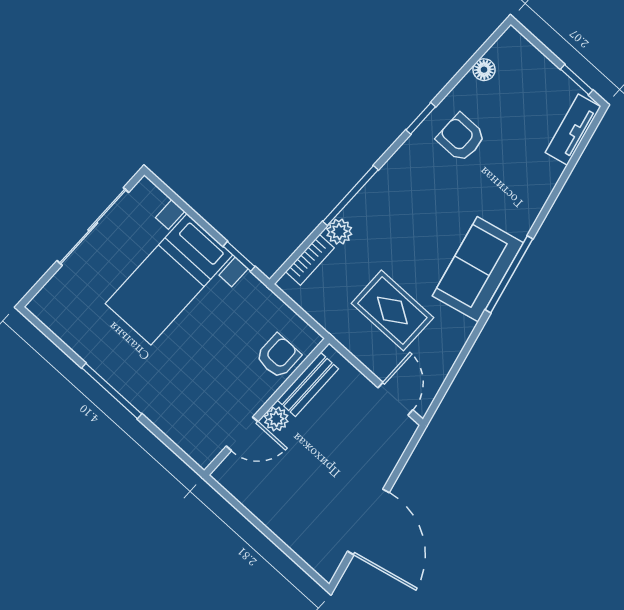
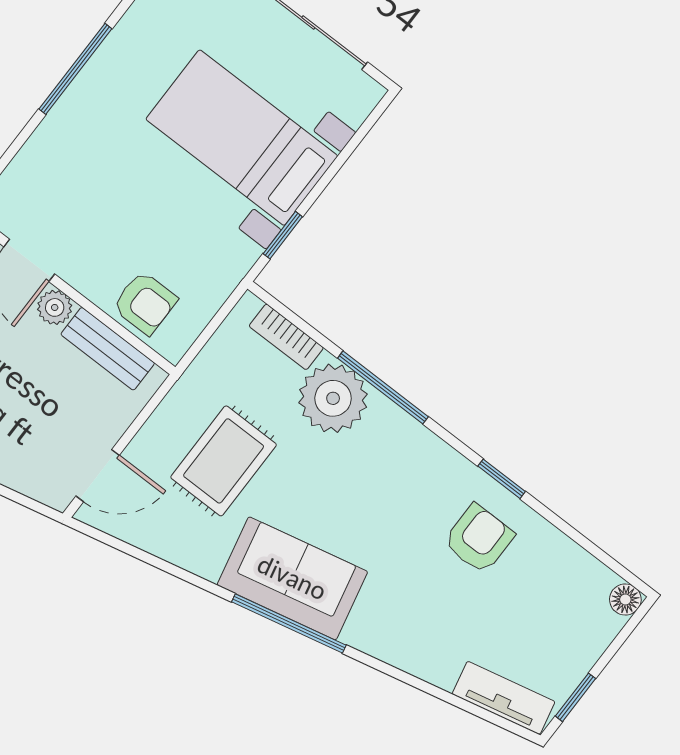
floor lamp: (484, 70) -> (625, 599), moved
plant: (339, 232) -> (333, 398), width x1.87, depth x1.87

